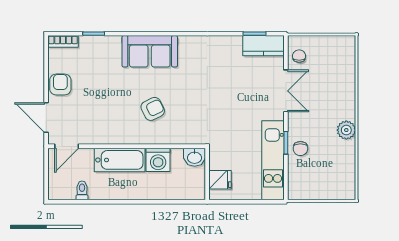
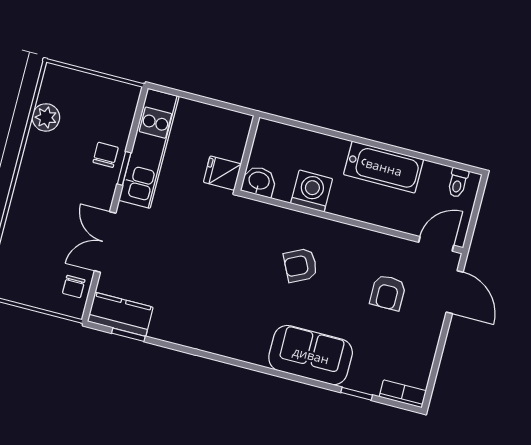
sofa: (150, 51) -> (311, 355), moved
armchair: (60, 85) -> (388, 293), moved
plant: (346, 130) -> (46, 117), moved
bathtub: (120, 160) -> (384, 167), moved, turned 180
fridge: (220, 180) -> (222, 173), moved
toilet: (82, 190) -> (458, 183), moved

